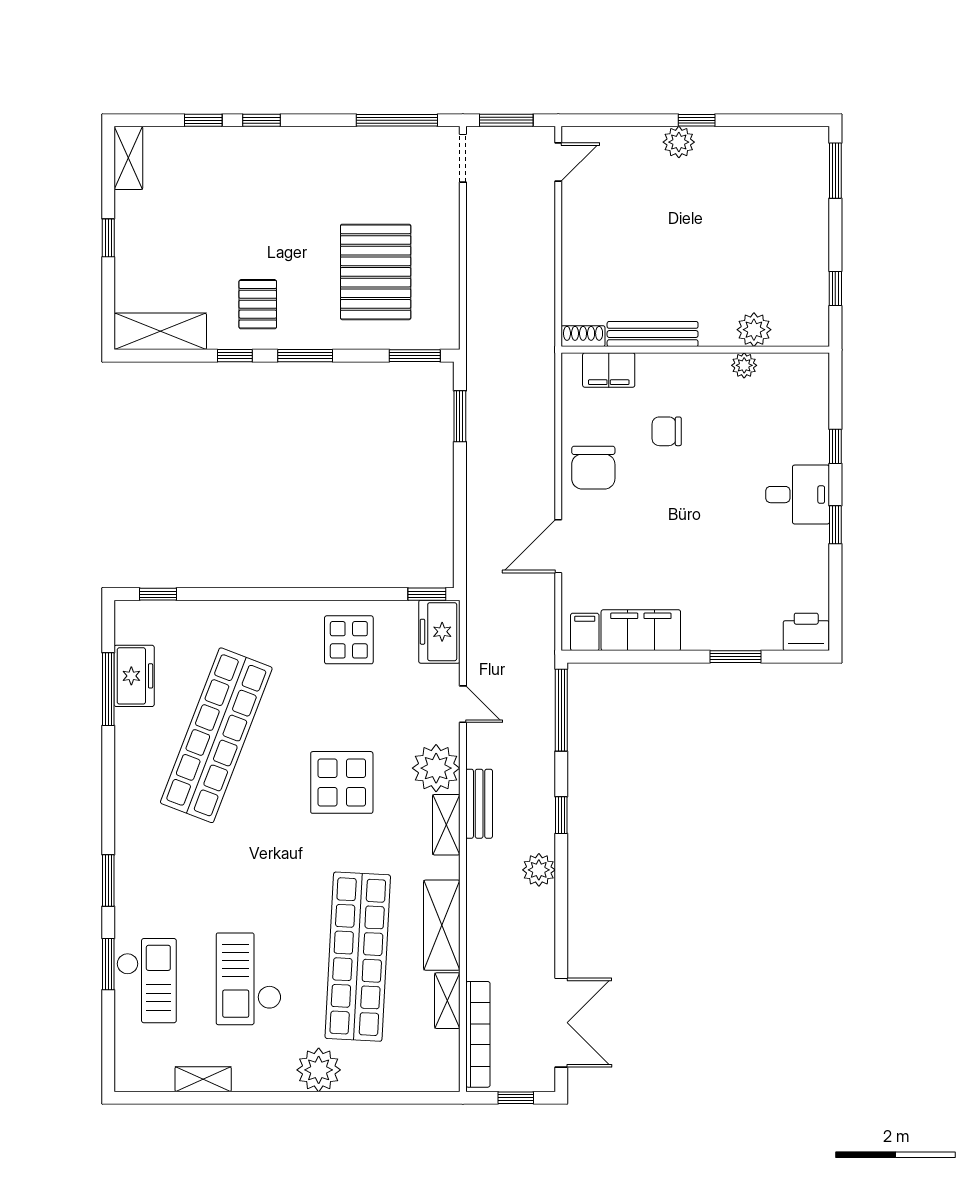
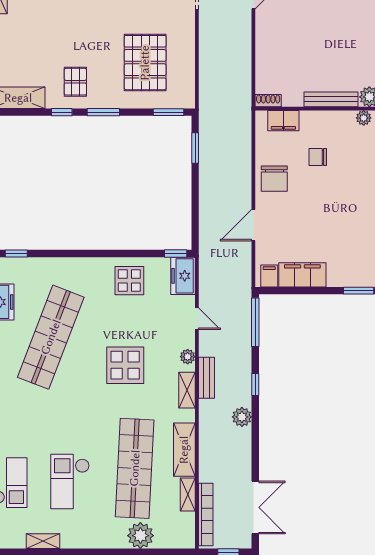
bench: (653, 334) -> (331, 99), moved
plant: (436, 768) -> (188, 357), width x0.53, depth x0.53
plant: (319, 1070) -> (140, 536), moved

